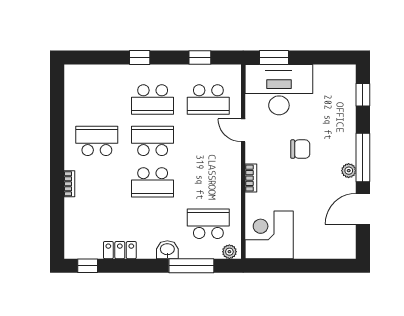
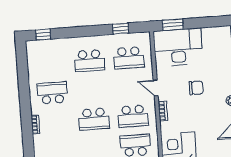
window: (140, 57) -> (43, 34), moved
door: (243, 130) -> (156, 88), moved
school desk: (153, 141) -> (133, 116), moved, turned 180

